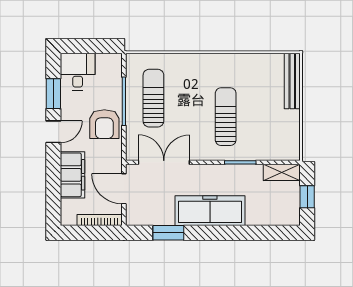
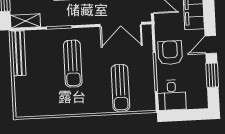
desk: (78, 72) -> (172, 95), moved
bench: (292, 81) -> (19, 53), moved
sun lounger: (153, 98) -> (120, 88), moved

